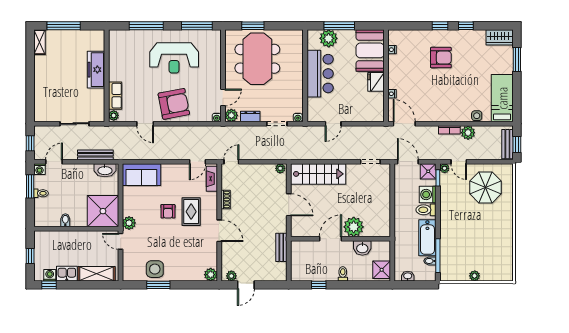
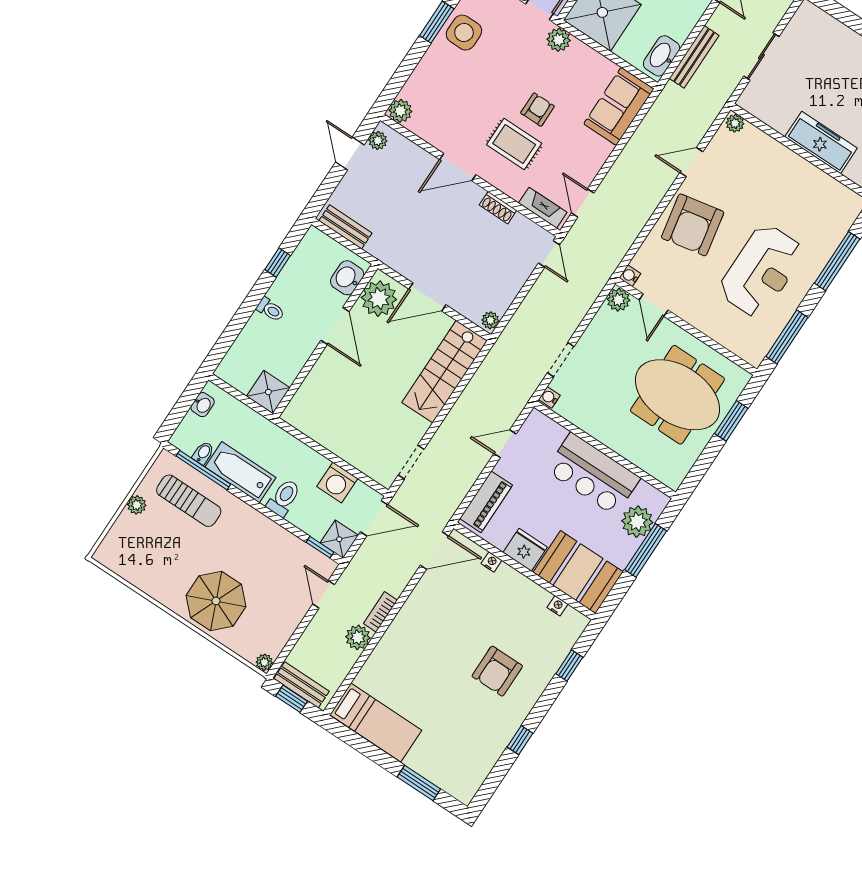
window: (440, 26) -> (569, 666), moved
wardrobe: (500, 37) -> (469, 779), removed
reception desk: (174, 58) -> (761, 271), turned 180
row of seats: (115, 96) -> (763, 145), removed
piano: (366, 115) -> (486, 502), added
dresser: (250, 116) -> (598, 327), removed
side table: (477, 116) -> (374, 667), removed
door: (333, 124) -> (505, 444), hinge flipped
door: (459, 162) -> (324, 594), hinge flipped
plant: (445, 168) -> (264, 662), moved
parasol: (486, 187) -> (216, 601), moved
washing machine: (428, 195) -> (337, 483), moved, turned 180
armchair: (168, 211) -> (538, 110), turned 90
plant: (354, 227) -> (379, 299), moved
bench: (281, 247) -> (345, 227), moved
washbasin: (362, 248) -> (347, 278), moved
sun lounger: (457, 253) -> (189, 501), added
shower: (382, 270) -> (268, 392), moved

